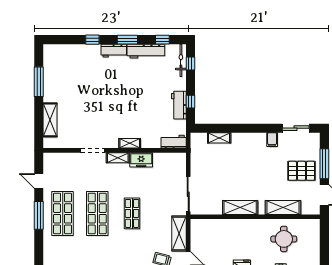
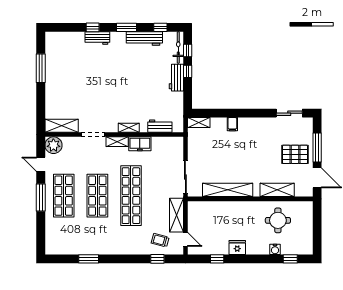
workbench: (114, 51) -> (97, 38), moved
window: (190, 102) -> (188, 71), moved
workbench: (179, 105) -> (176, 78), moved
shelving: (50, 120) -> (62, 126), moved, turned 90
shelving: (219, 138) -> (199, 122), moved
filing cabinet: (272, 140) -> (232, 124), moved
workbench: (174, 142) -> (160, 126), moved
plant: (52, 161) -> (53, 145), added
shelving: (240, 207) -> (228, 190), width x1.47
shop shelf: (132, 213) -> (131, 196), width x2.00, depth x1.36

